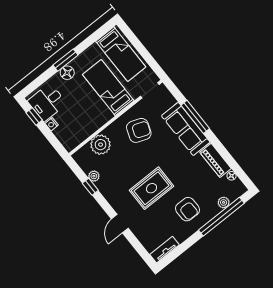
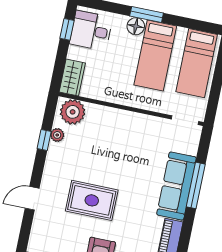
bed: (108, 88) -> (155, 55), moved, turned 180
nightstand: (52, 124) -> (73, 53), removed
armchair: (139, 130) -> (137, 142), removed
wardrobe: (66, 138) -> (72, 77), added
plant: (101, 145) -> (73, 112), moved

